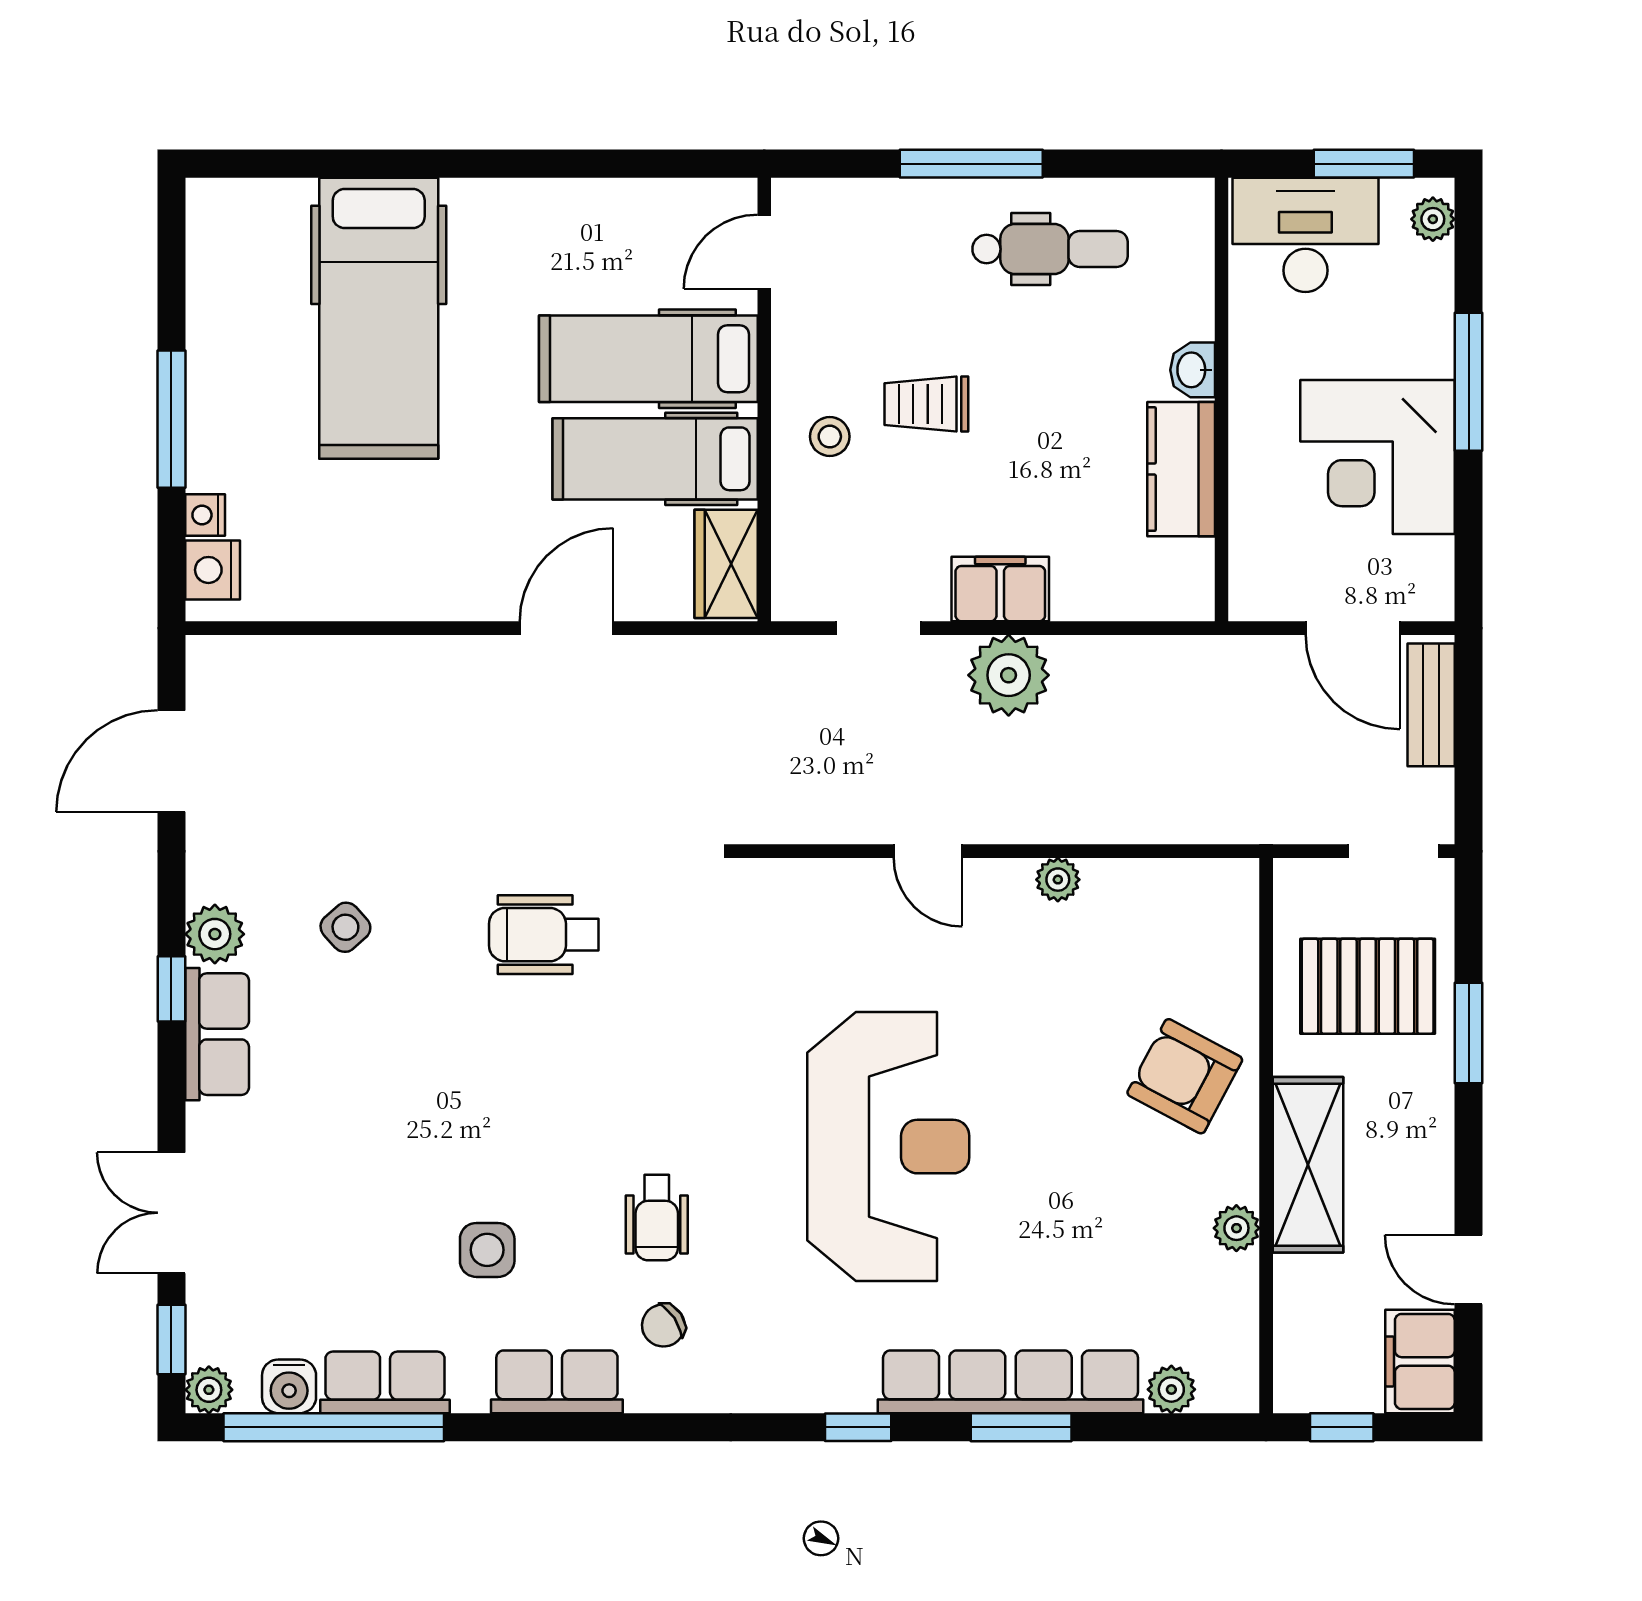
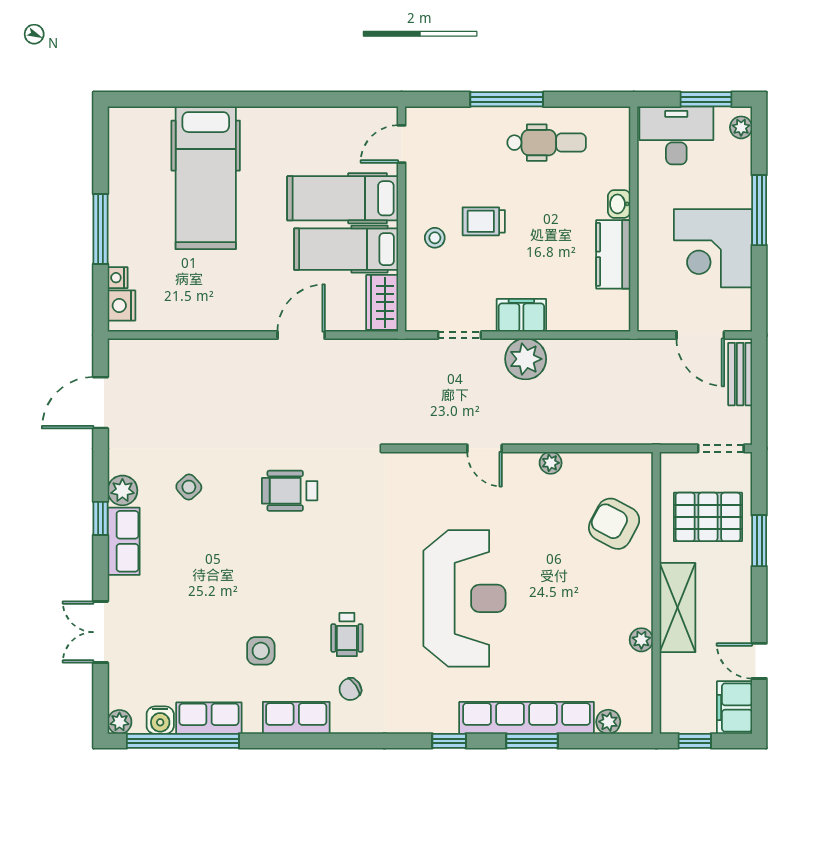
armchair: (1185, 1076) -> (614, 524), moved
window: (171, 1339) -> (100, 696), removed

